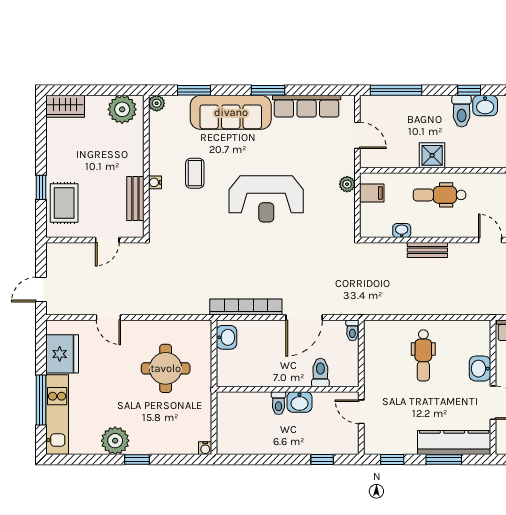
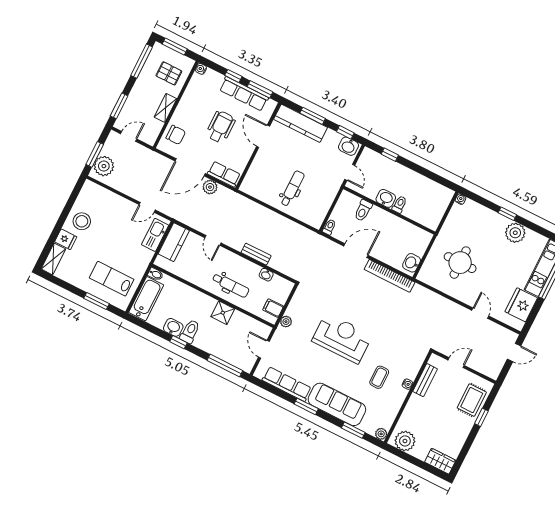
washbasin: (480, 369) -> (348, 146), moved, turned 90

